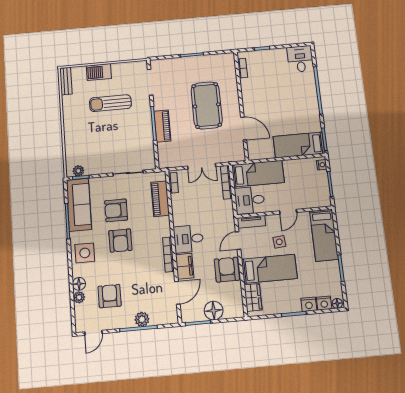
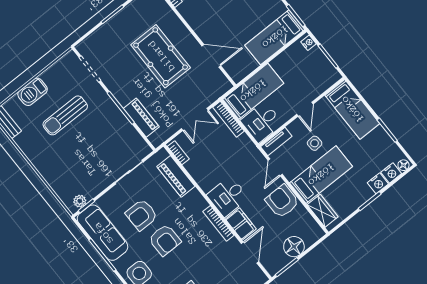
piano: (162, 126) -> (141, 118), moved

